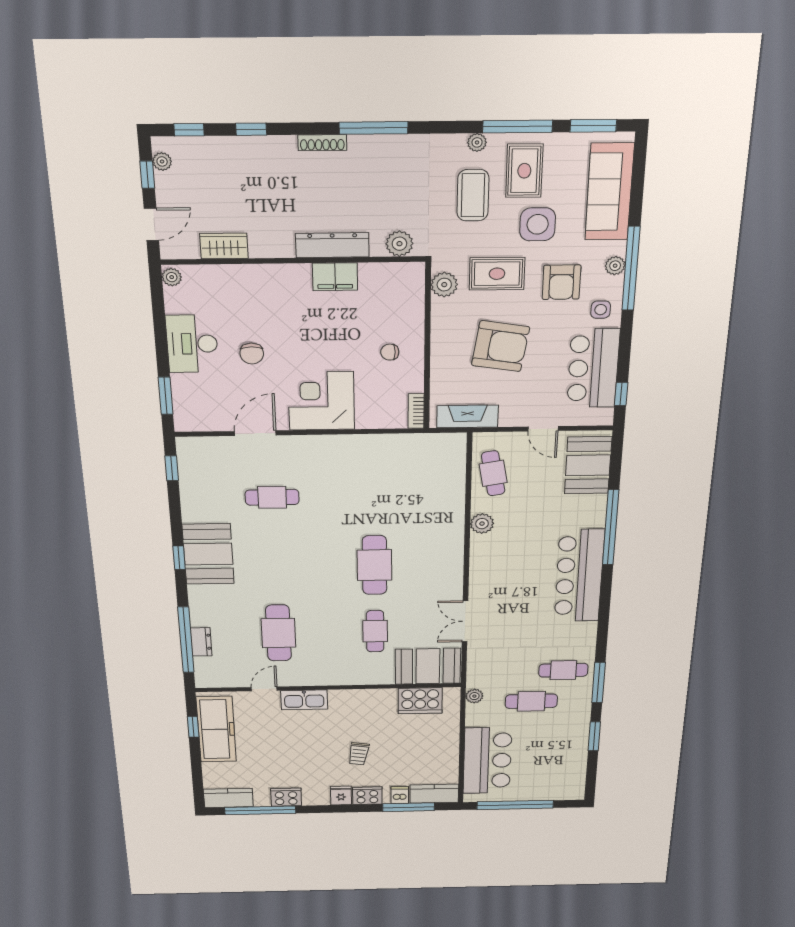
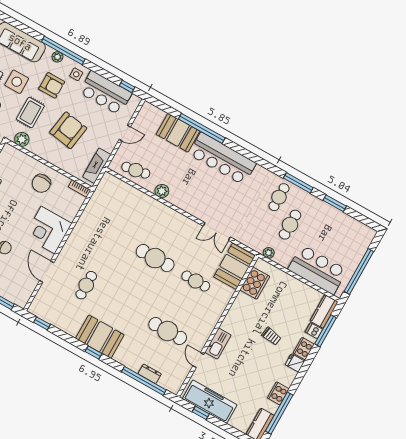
chair: (390, 352) -> (41, 183), width x1.87, depth x1.87
booth: (588, 465) -> (178, 133), moved

